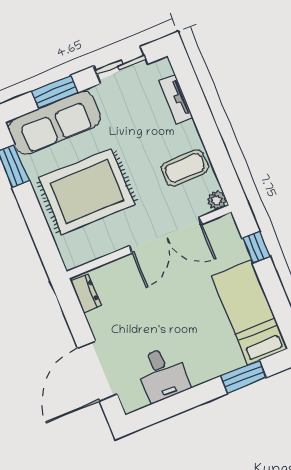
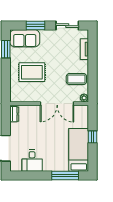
sofa: (54, 123) -> (25, 38), width x0.73
rug: (87, 191) -> (32, 72), width x0.73, depth x0.69
window: (256, 247) -> (92, 137), moved
window: (243, 377) -> (65, 175), width x1.44

